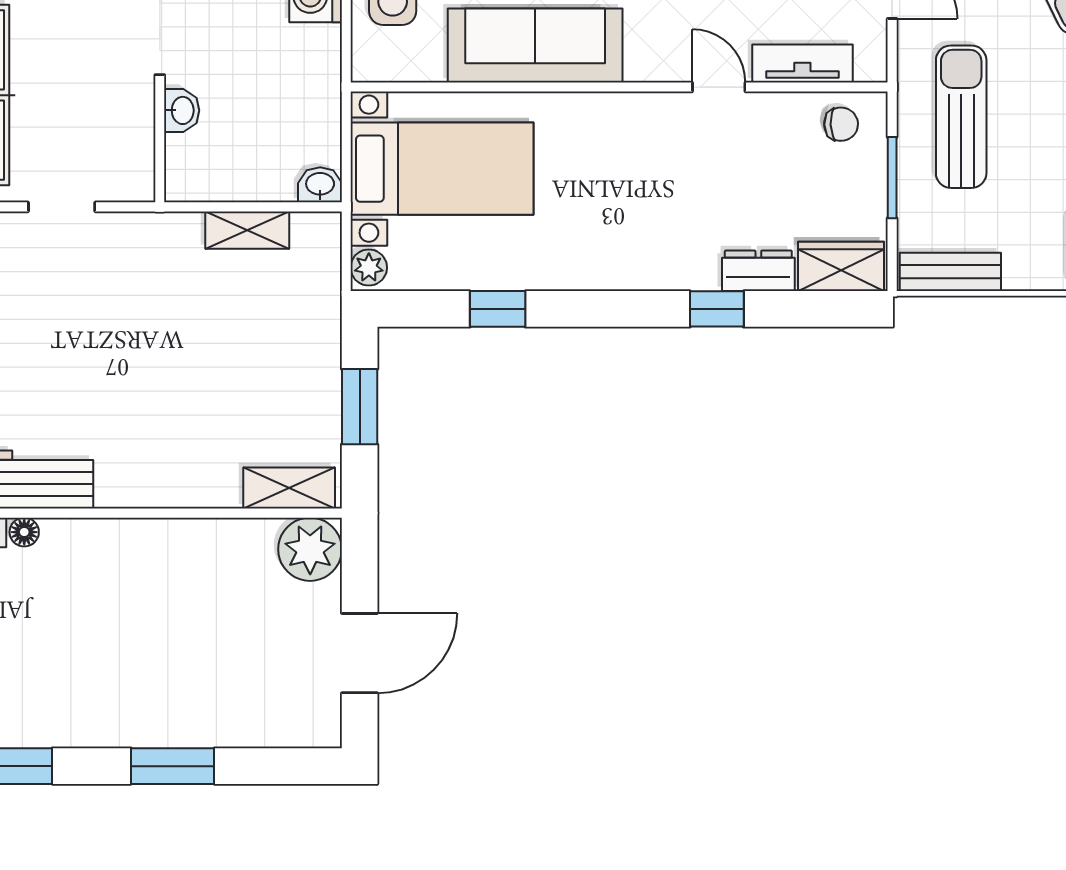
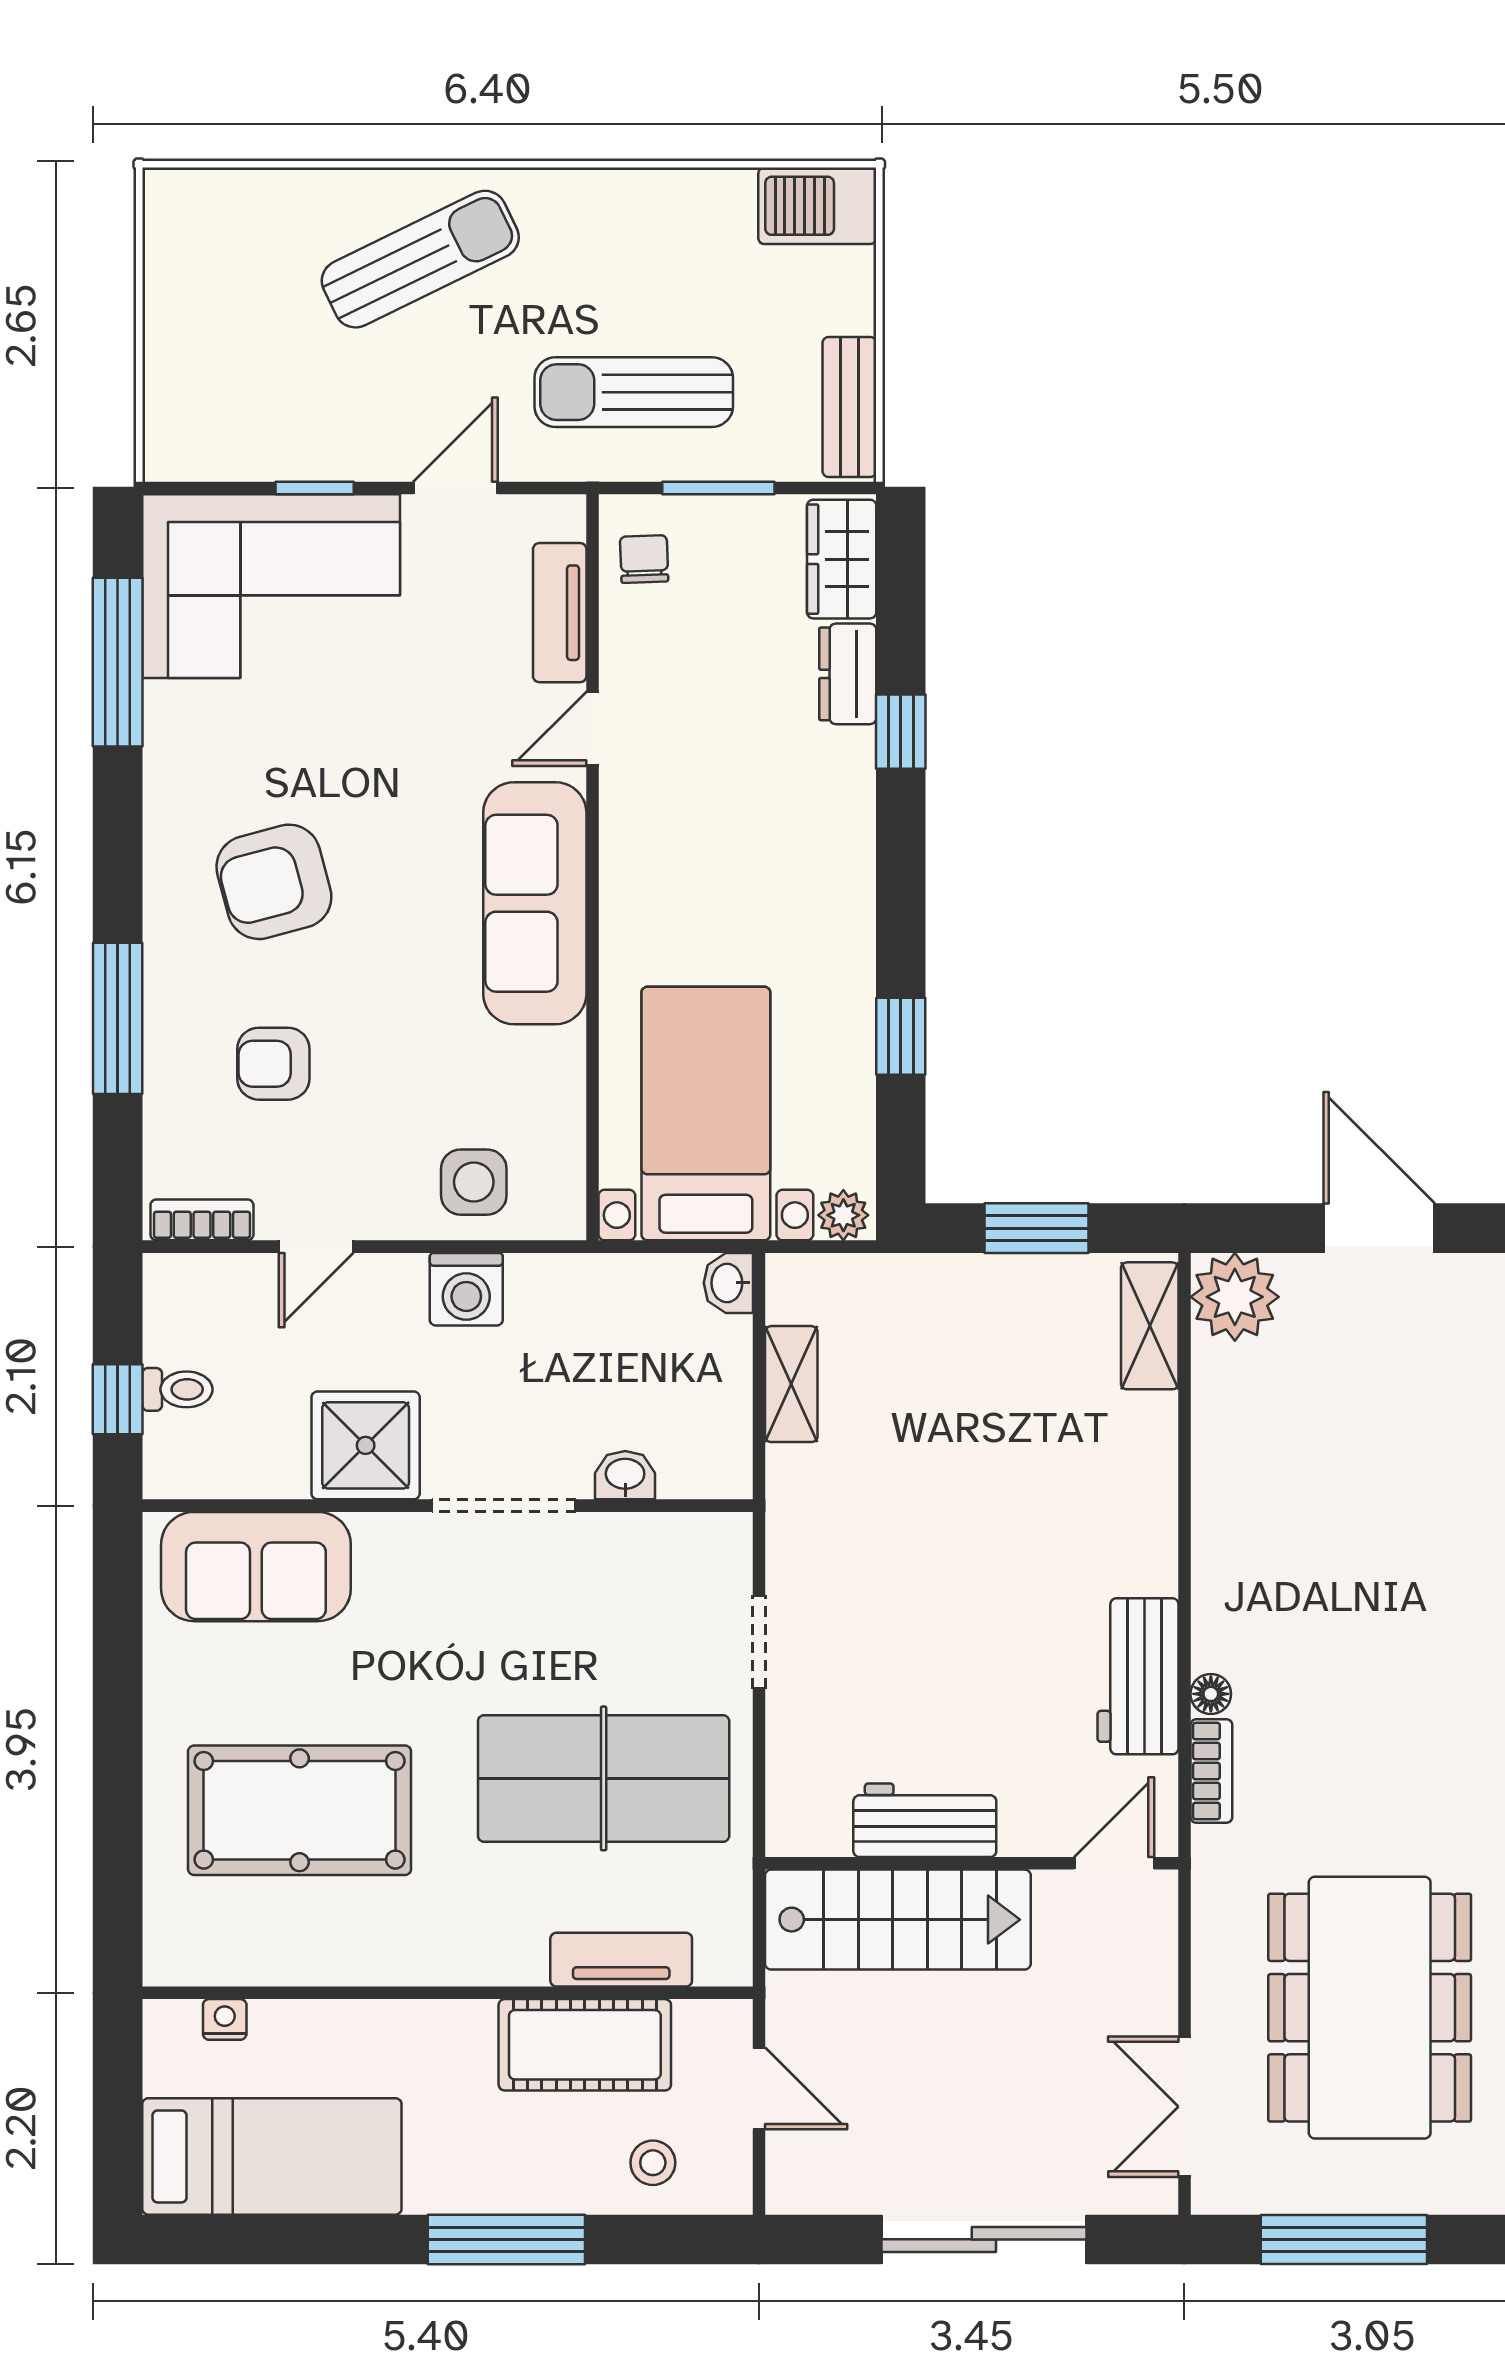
sofa: (535, 46) -> (535, 903), moved

